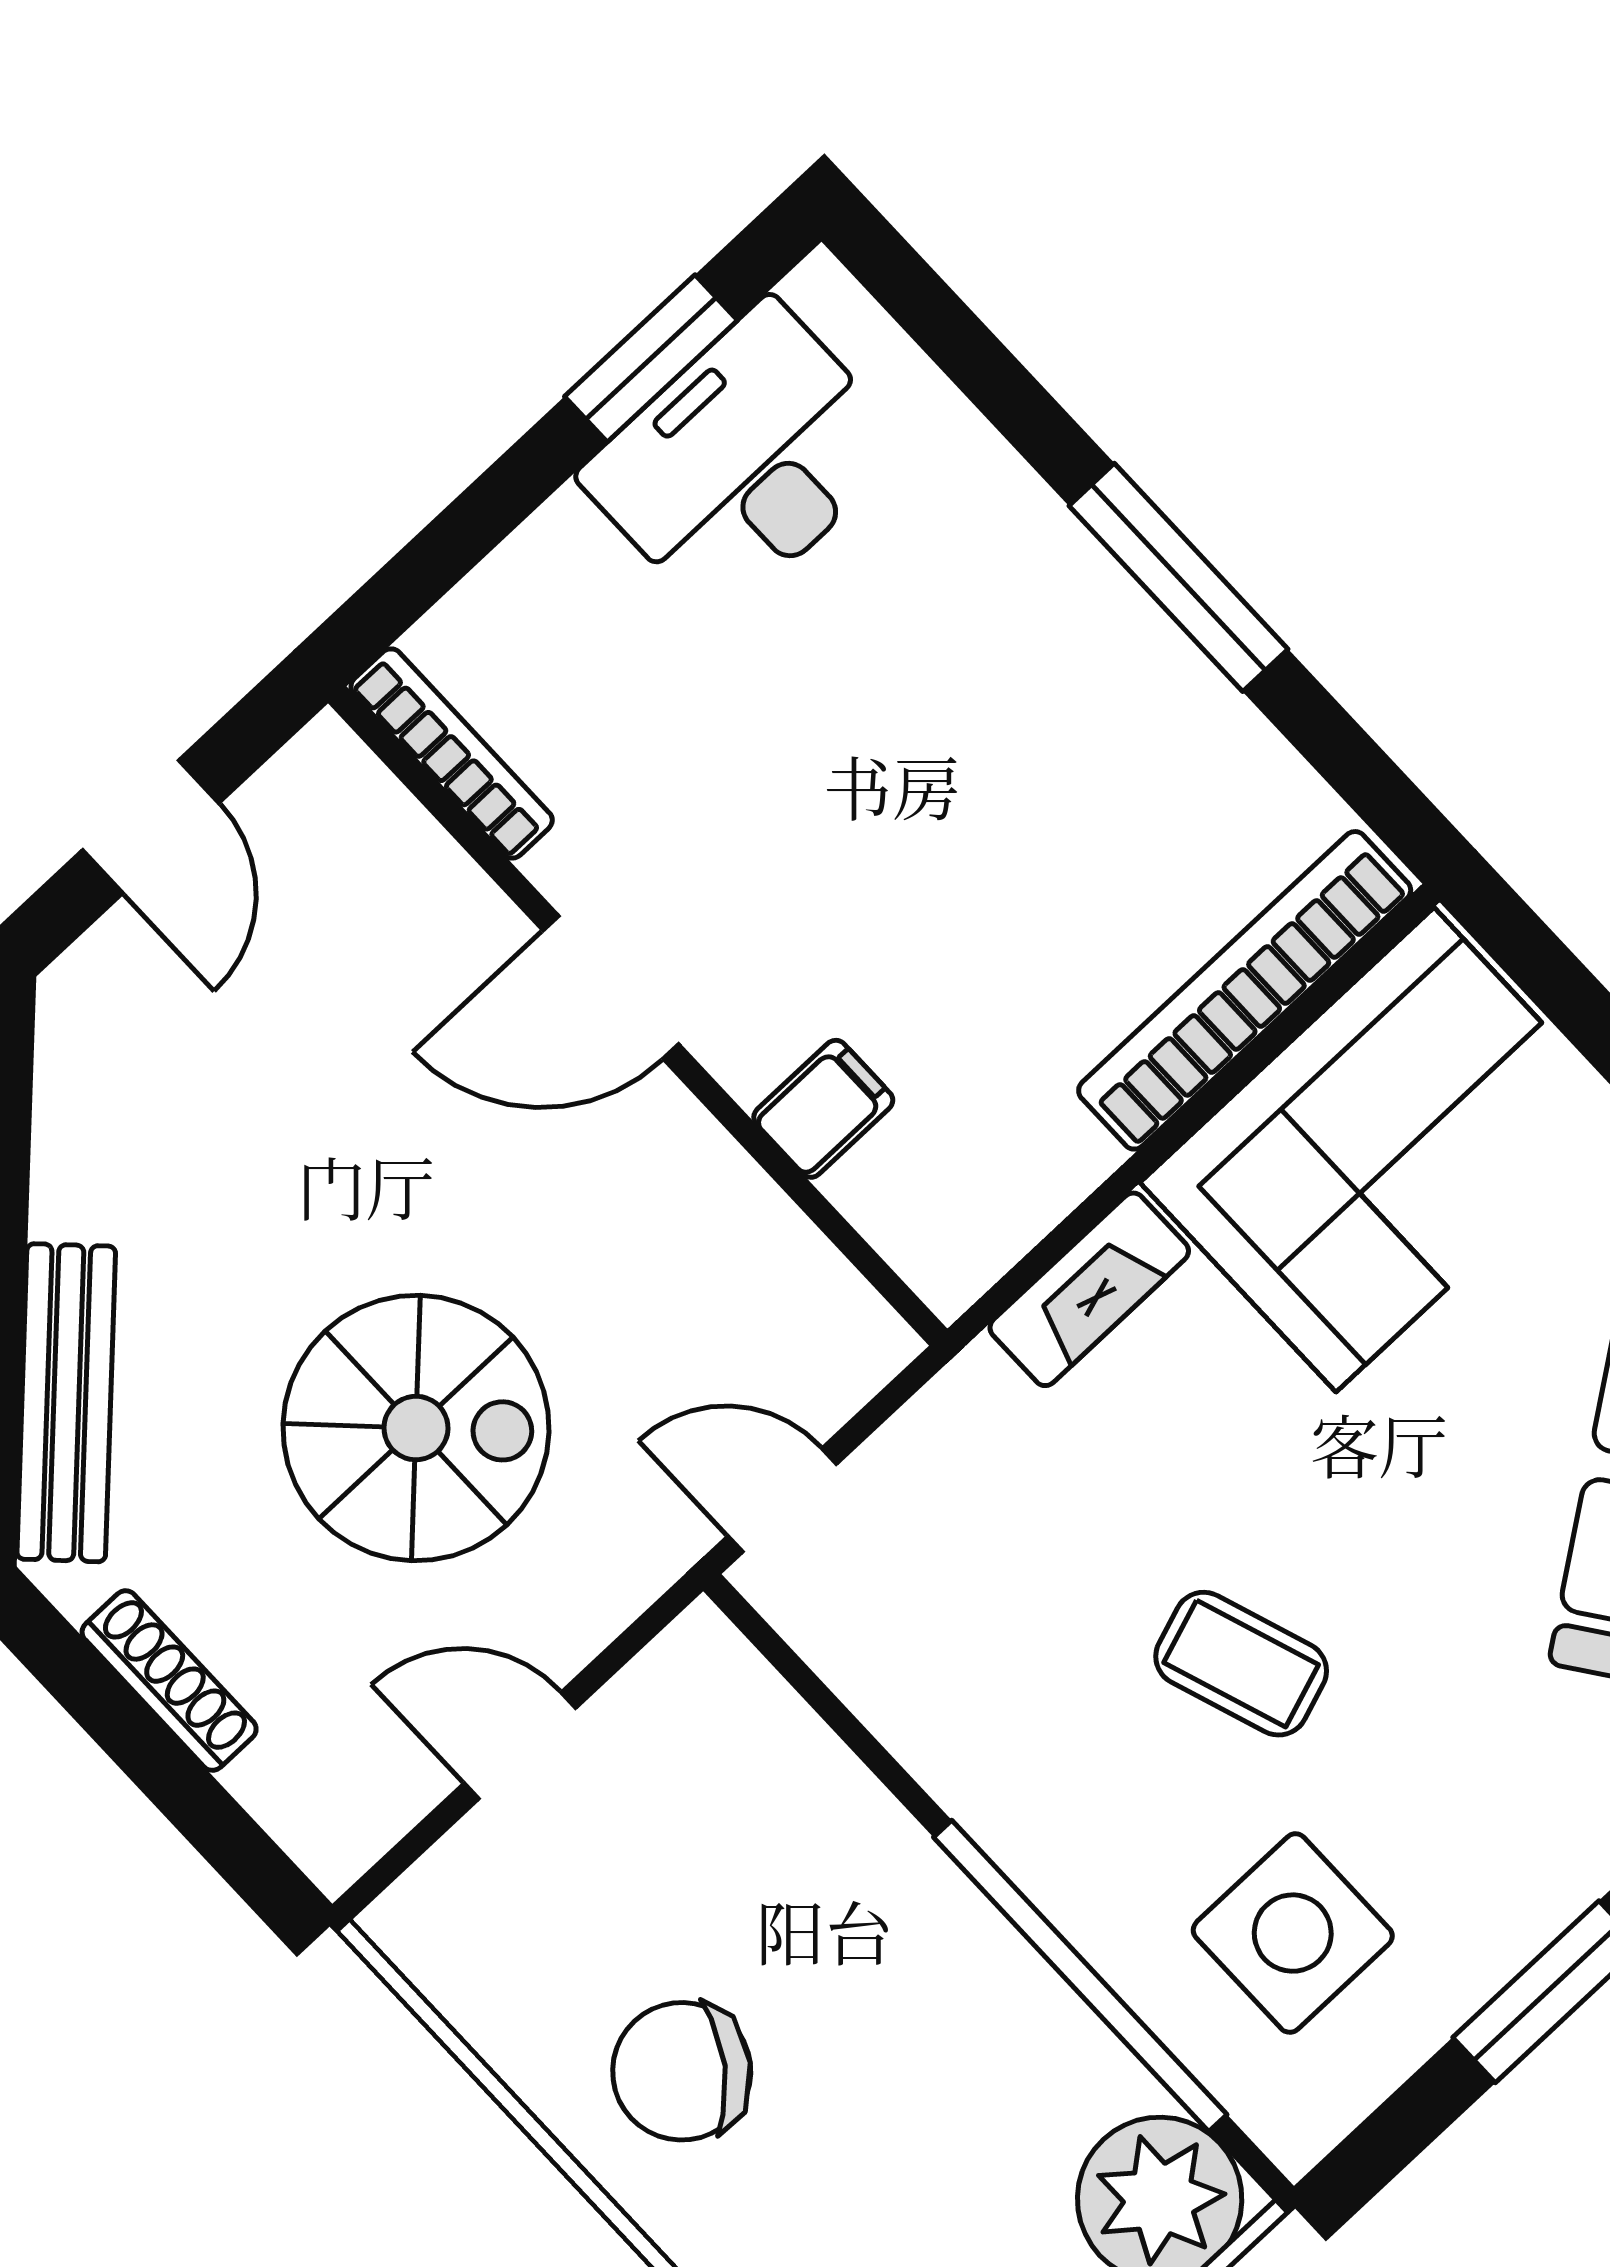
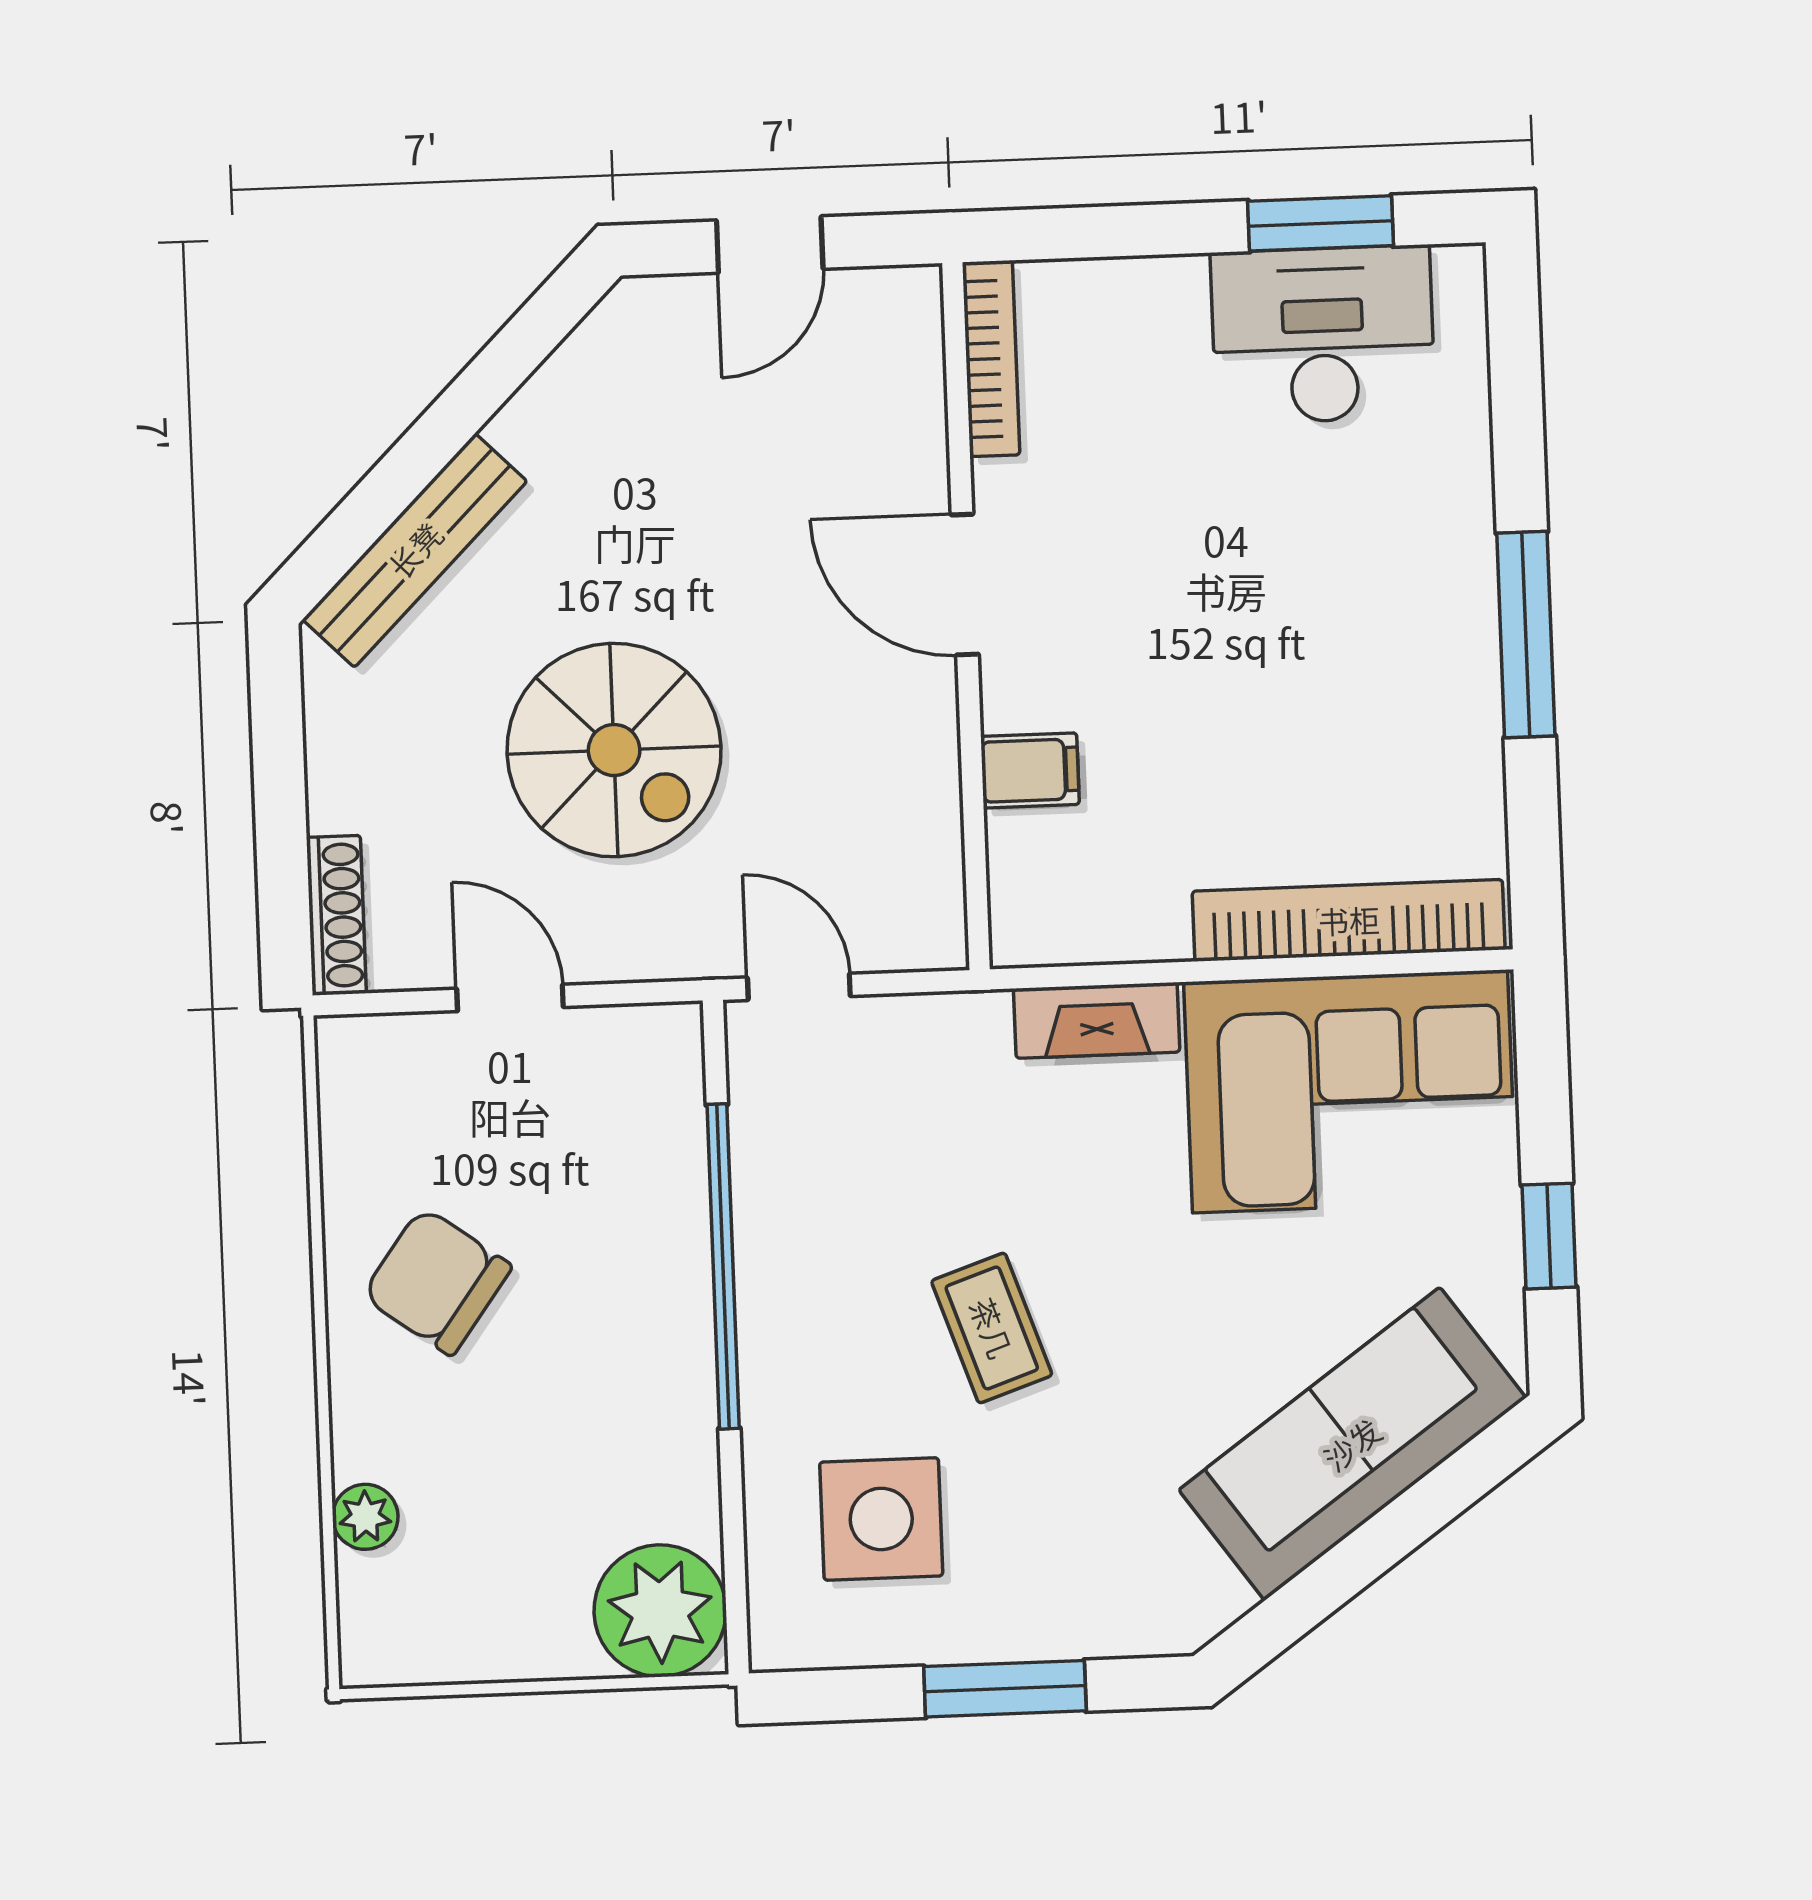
shoe rack: (169, 1681) -> (336, 915), moved
window: (1080, 1976) -> (723, 1266), moved

